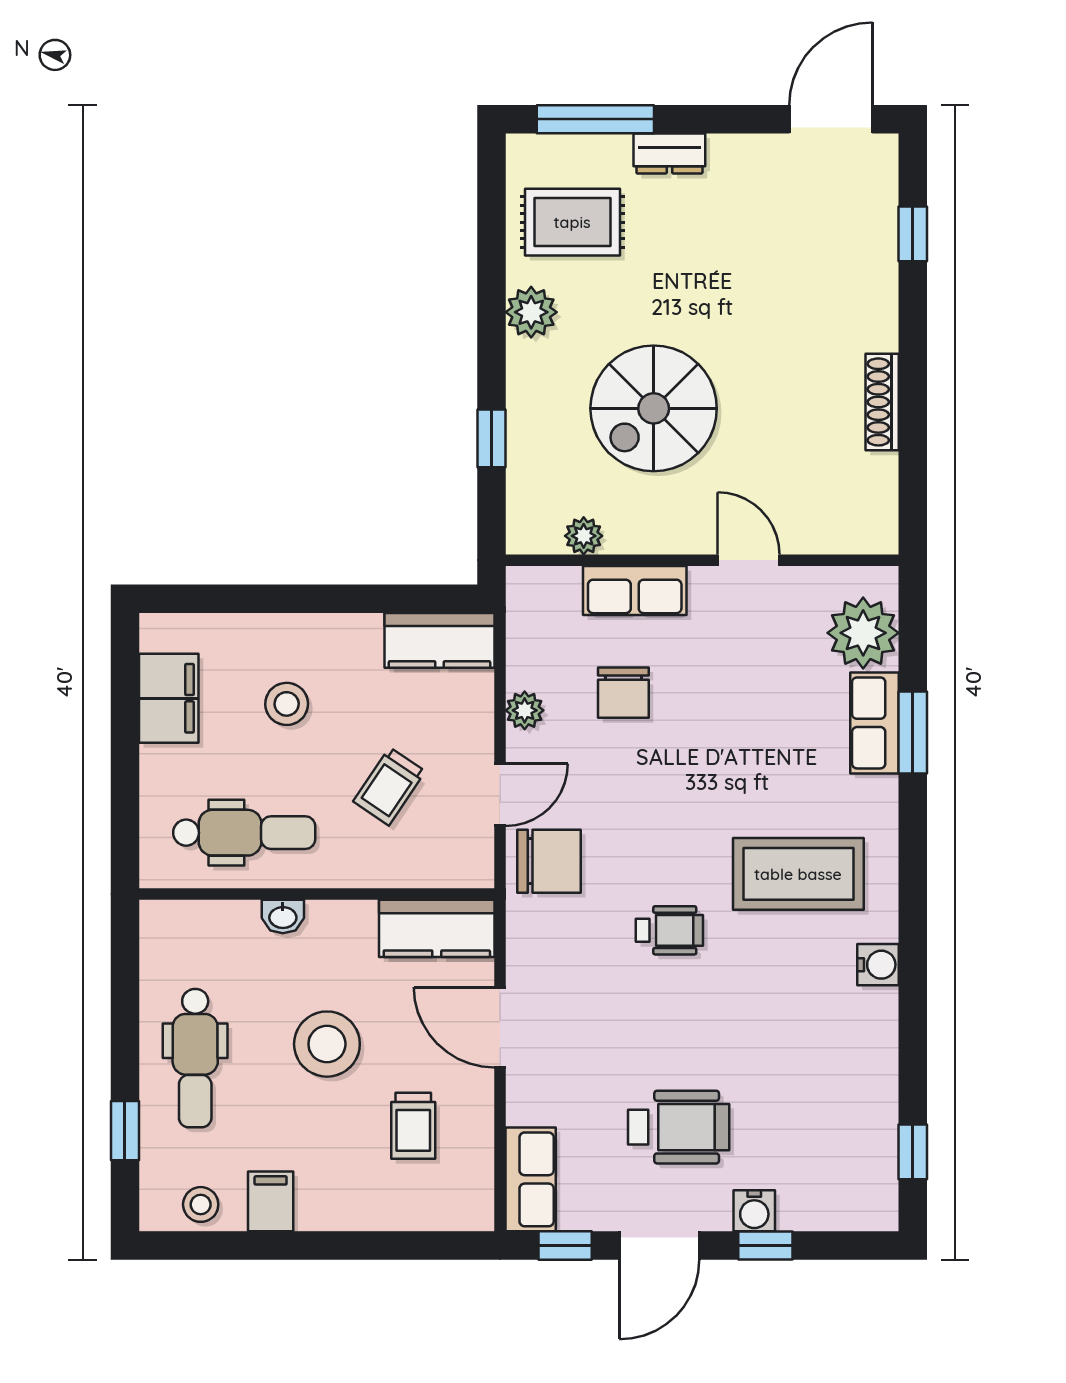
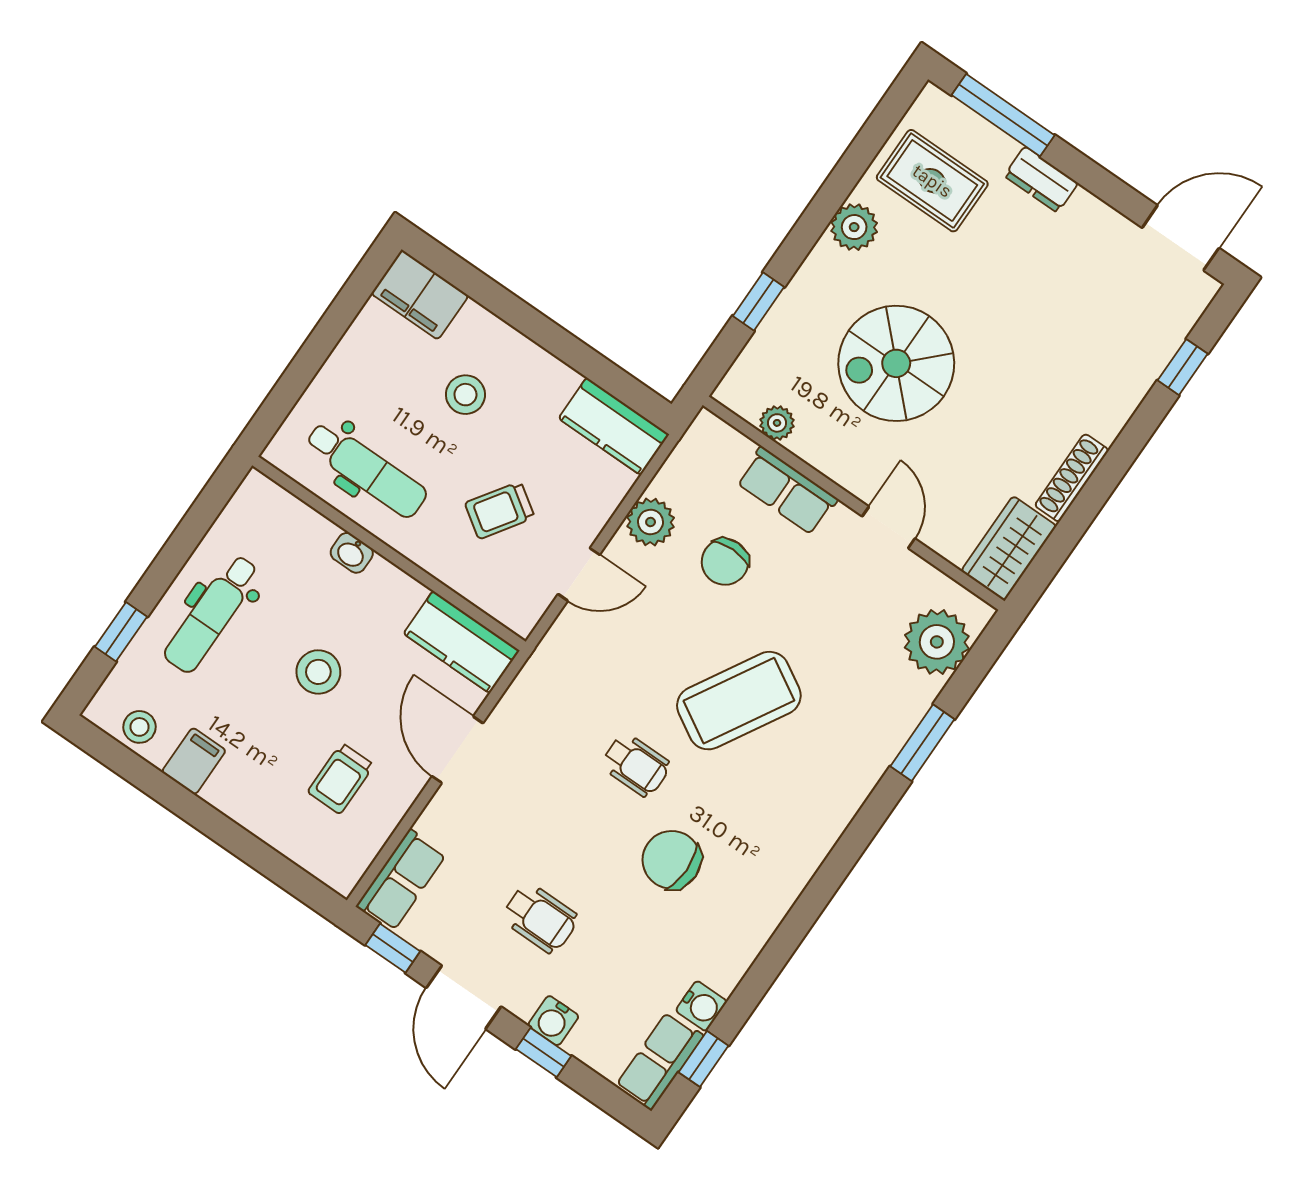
wardrobe: (870, 504) -> (1009, 548), added
filing cabinet: (169, 698) -> (420, 295), moved, turned 90
plant: (525, 710) -> (651, 522), width x1.38, depth x1.38
row of seats: (874, 723) -> (660, 1061), moved
chair: (549, 861) -> (672, 860), moved, turned 180
coffee table: (798, 874) -> (739, 701), moved, turned -60
water cooler: (878, 965) -> (701, 1006), moved
stool: (327, 1044) -> (318, 672), width x0.73, depth x0.73
wheelchair: (679, 1127) -> (540, 918), width x0.73, depth x0.73
door: (659, 1246) -> (464, 997), hinge flipped

